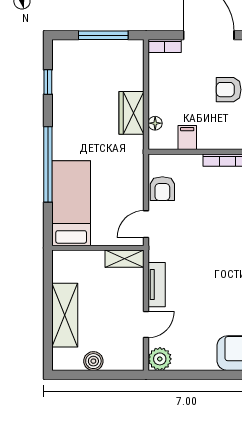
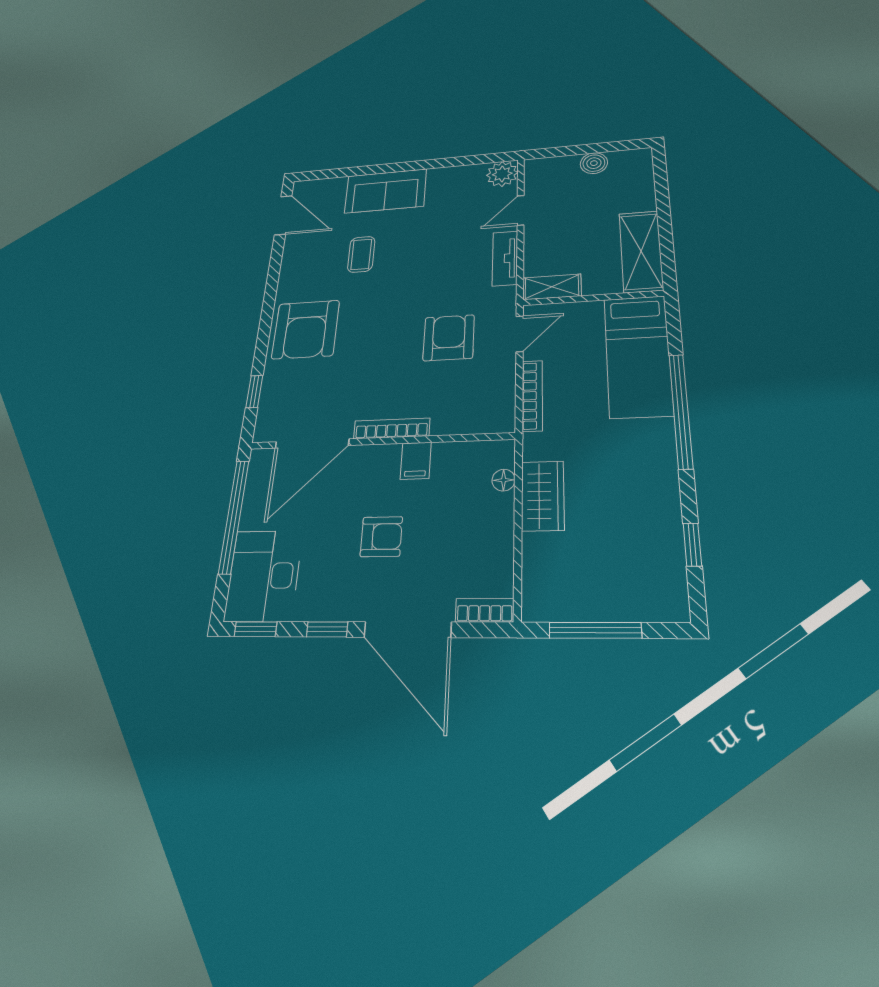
filing cabinet: (187, 138) -> (416, 461), moved
bookcase: (138, 179) -> (532, 396), added
armchair: (162, 189) -> (449, 338), moved, width x1.38, depth x1.38
shelving: (65, 315) -> (641, 251), moved

